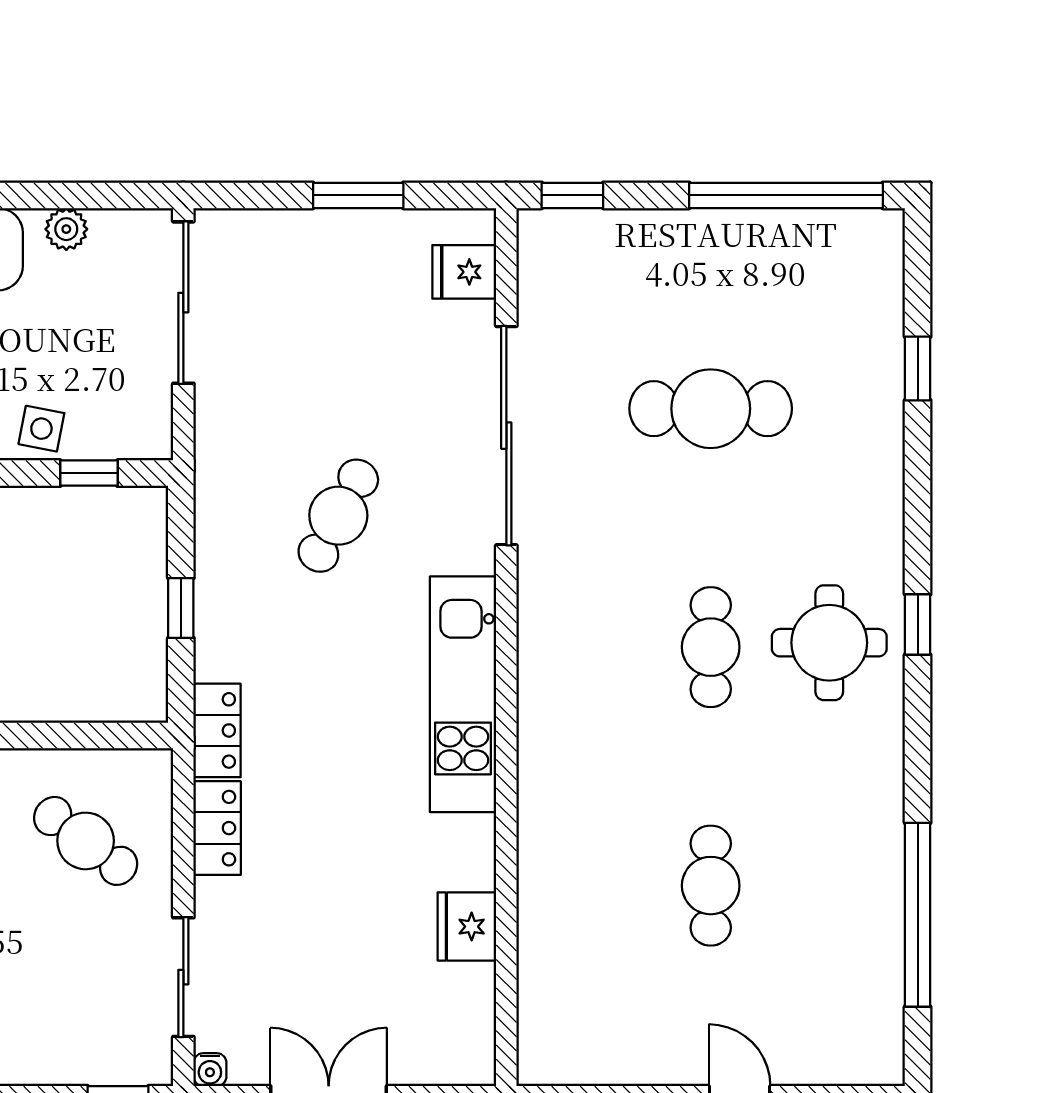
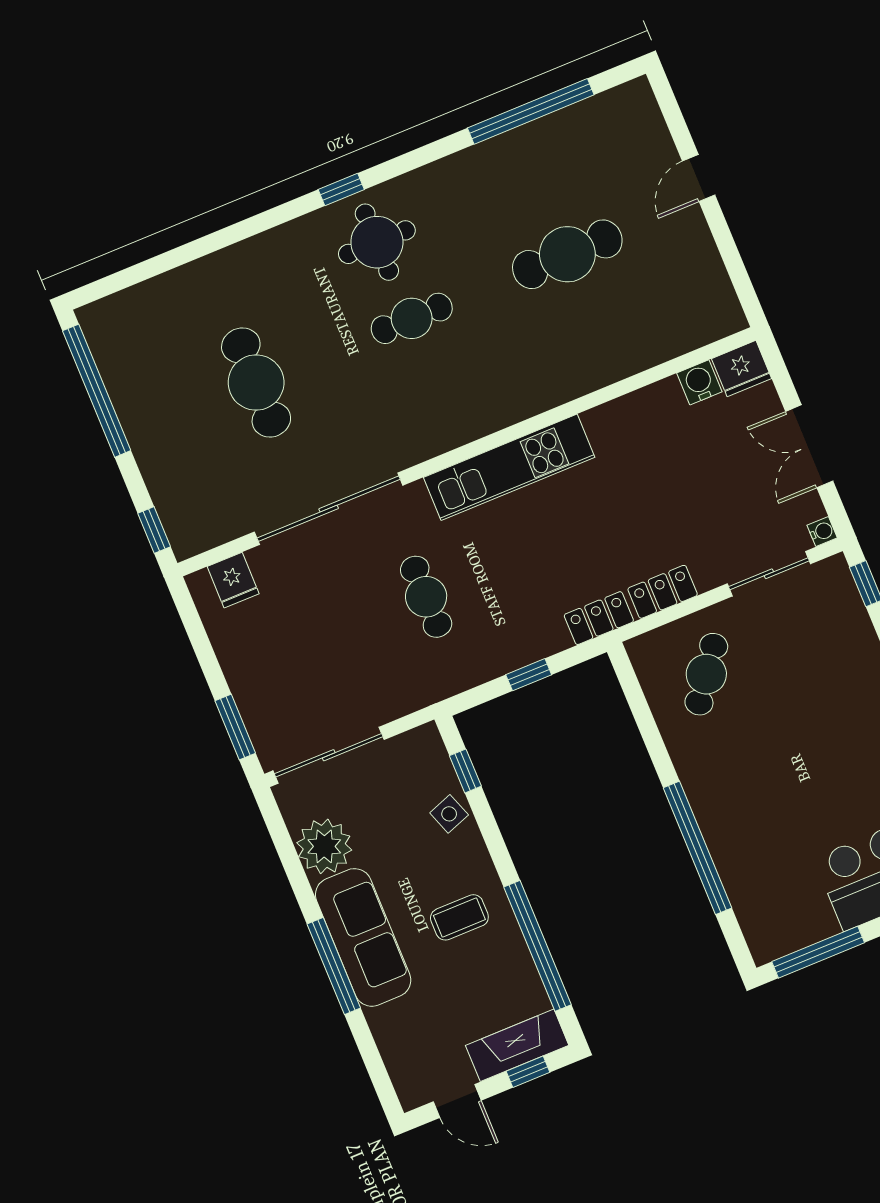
window: (358, 195) -> (235, 727), moved
plant: (66, 229) -> (324, 846), width x1.87, depth x1.87
window: (918, 369) -> (174, 258), removed
side table: (41, 429) -> (449, 814), turned -31
cafe table: (338, 516) -> (426, 597), turned 62
cafe table: (711, 886) -> (567, 254), width x1.37, depth x1.35
fridge: (467, 927) -> (742, 369), moved
water cooler: (472, 989) -> (699, 382), added

